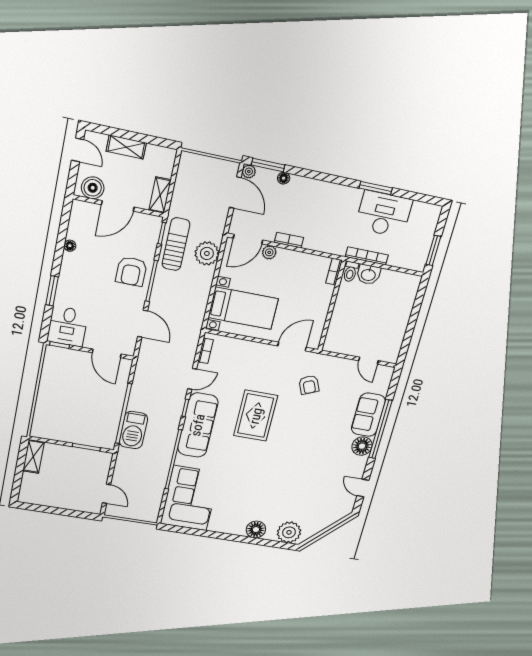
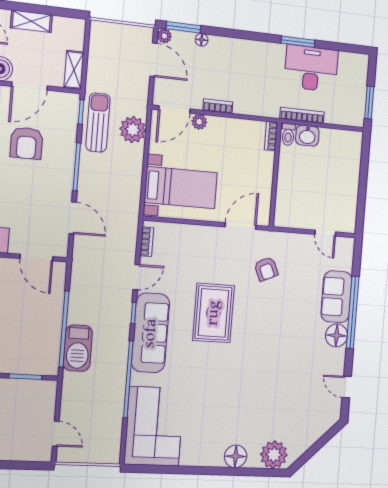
armchair: (131, 271) -> (26, 143), moved

